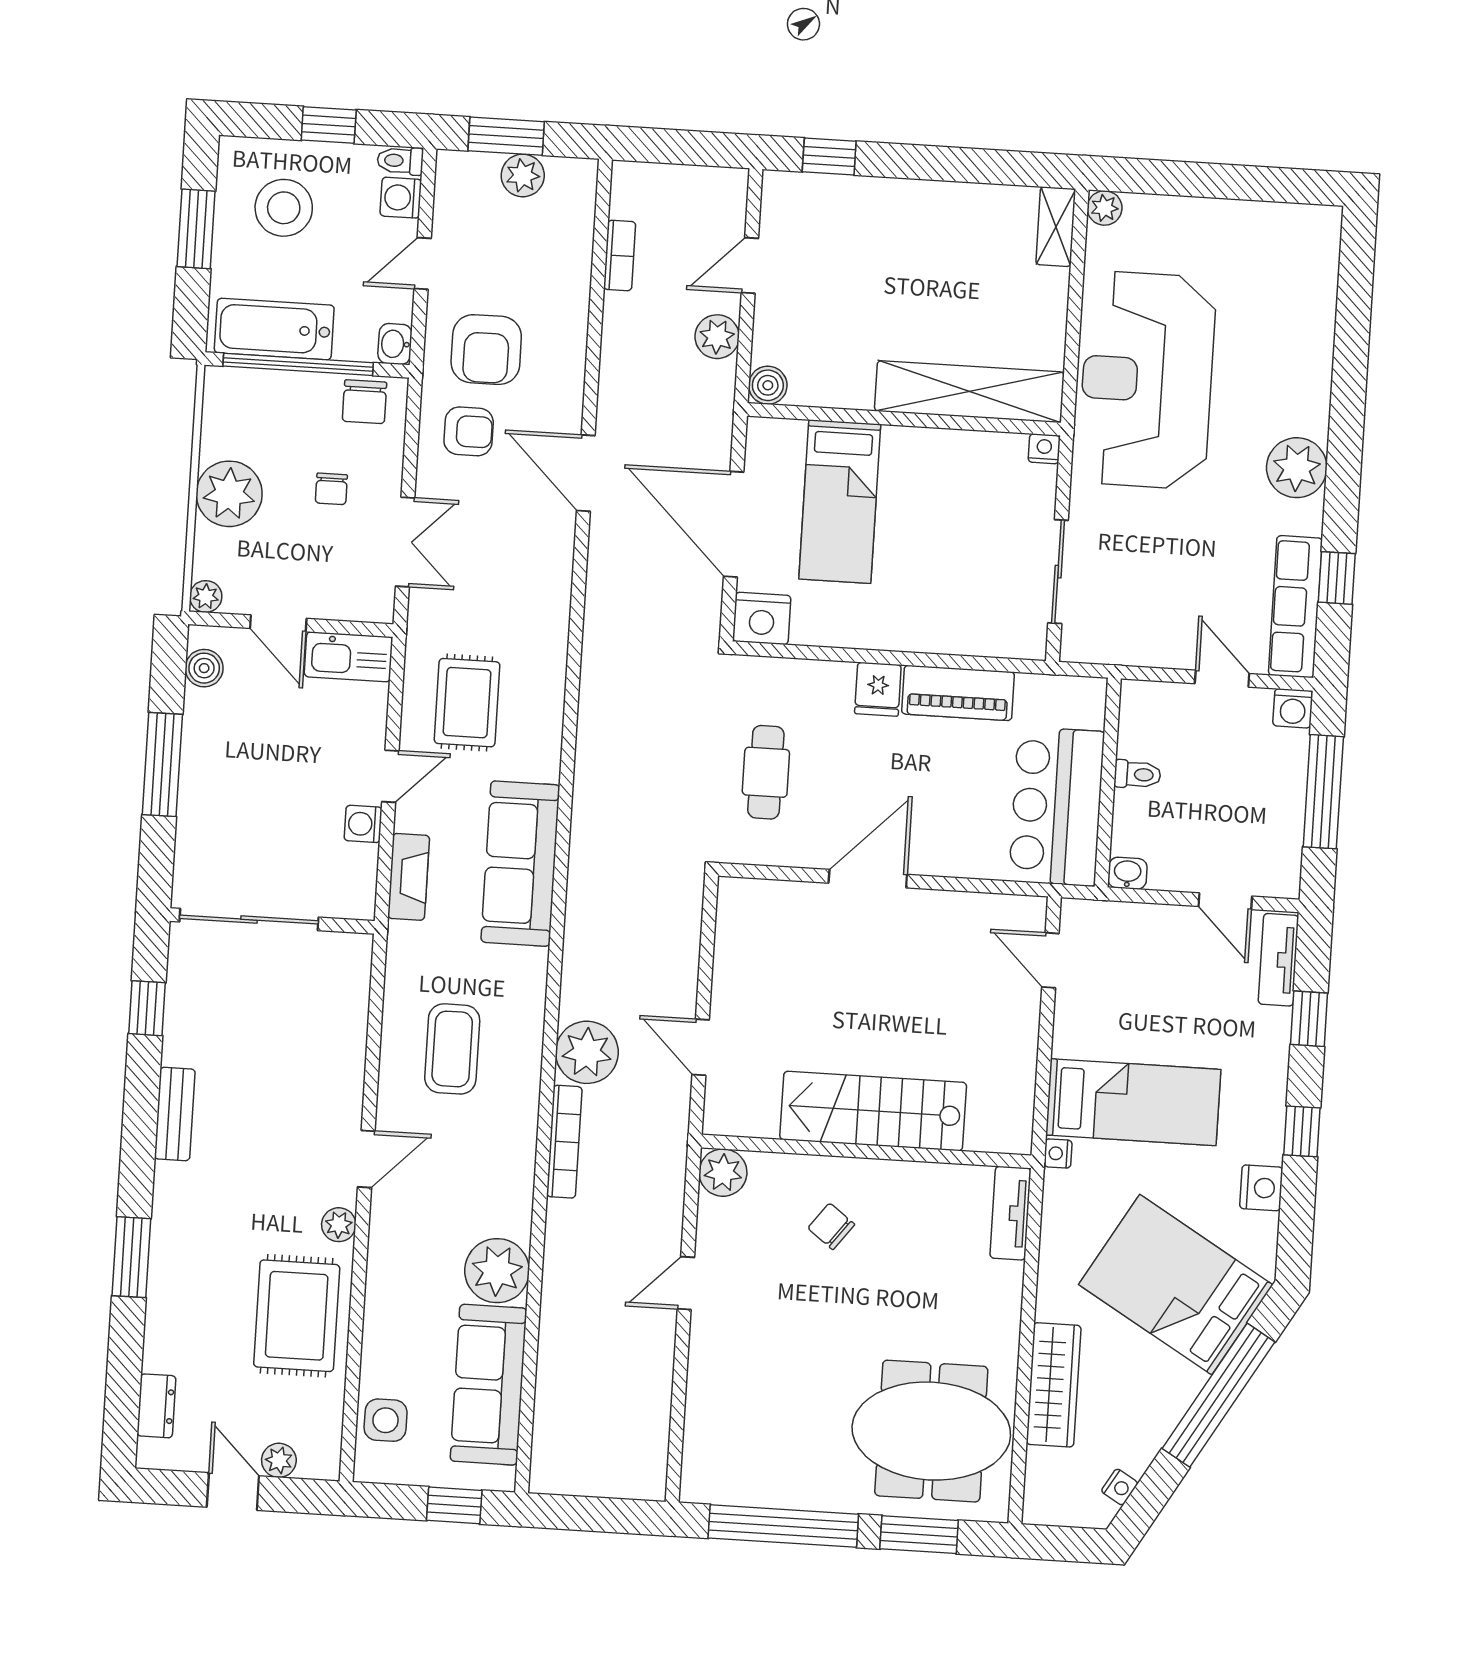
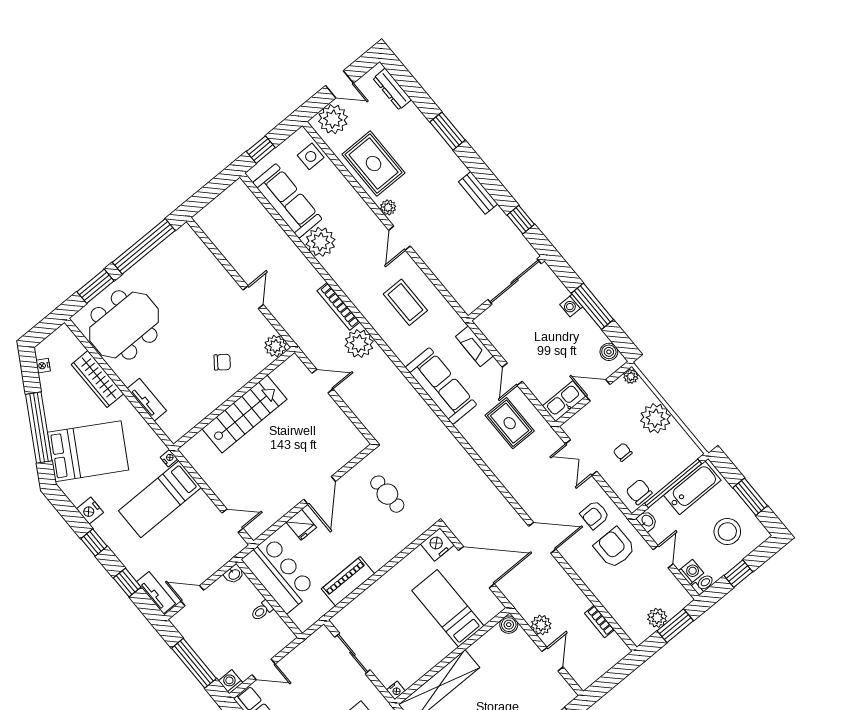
fridge: (878, 689) -> (301, 525), moved, turned 180
washing machine: (363, 824) -> (571, 306), moved, turned 180
tv unit: (1010, 1213) -> (147, 400), moved
dresser: (156, 1406) -> (392, 89), width x1.44
plant: (279, 1460) -> (333, 119), width x1.87, depth x1.87

